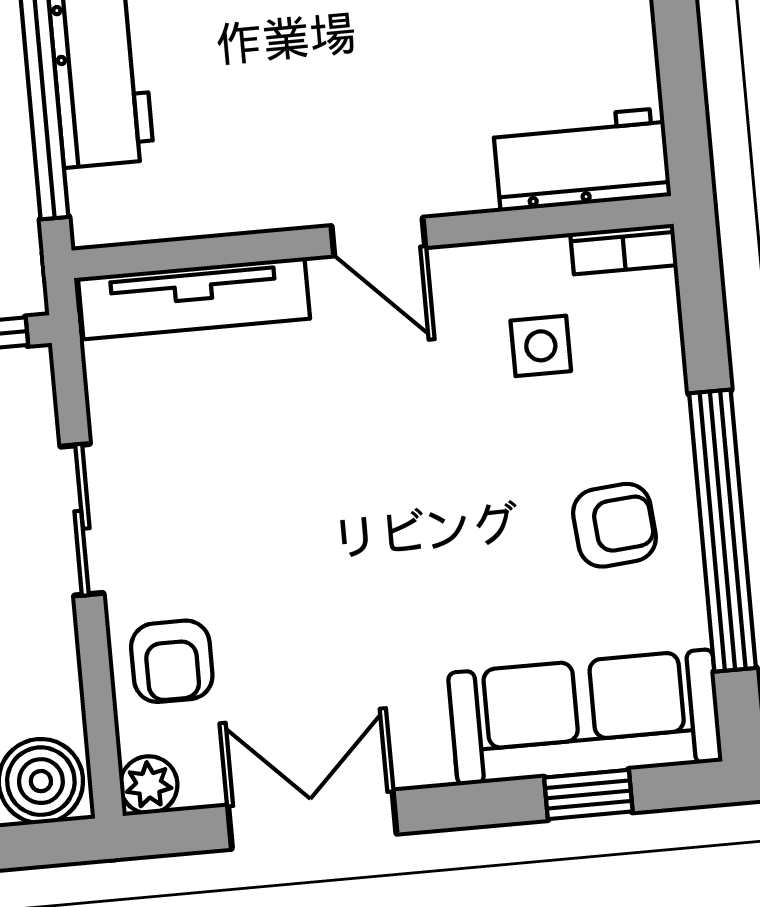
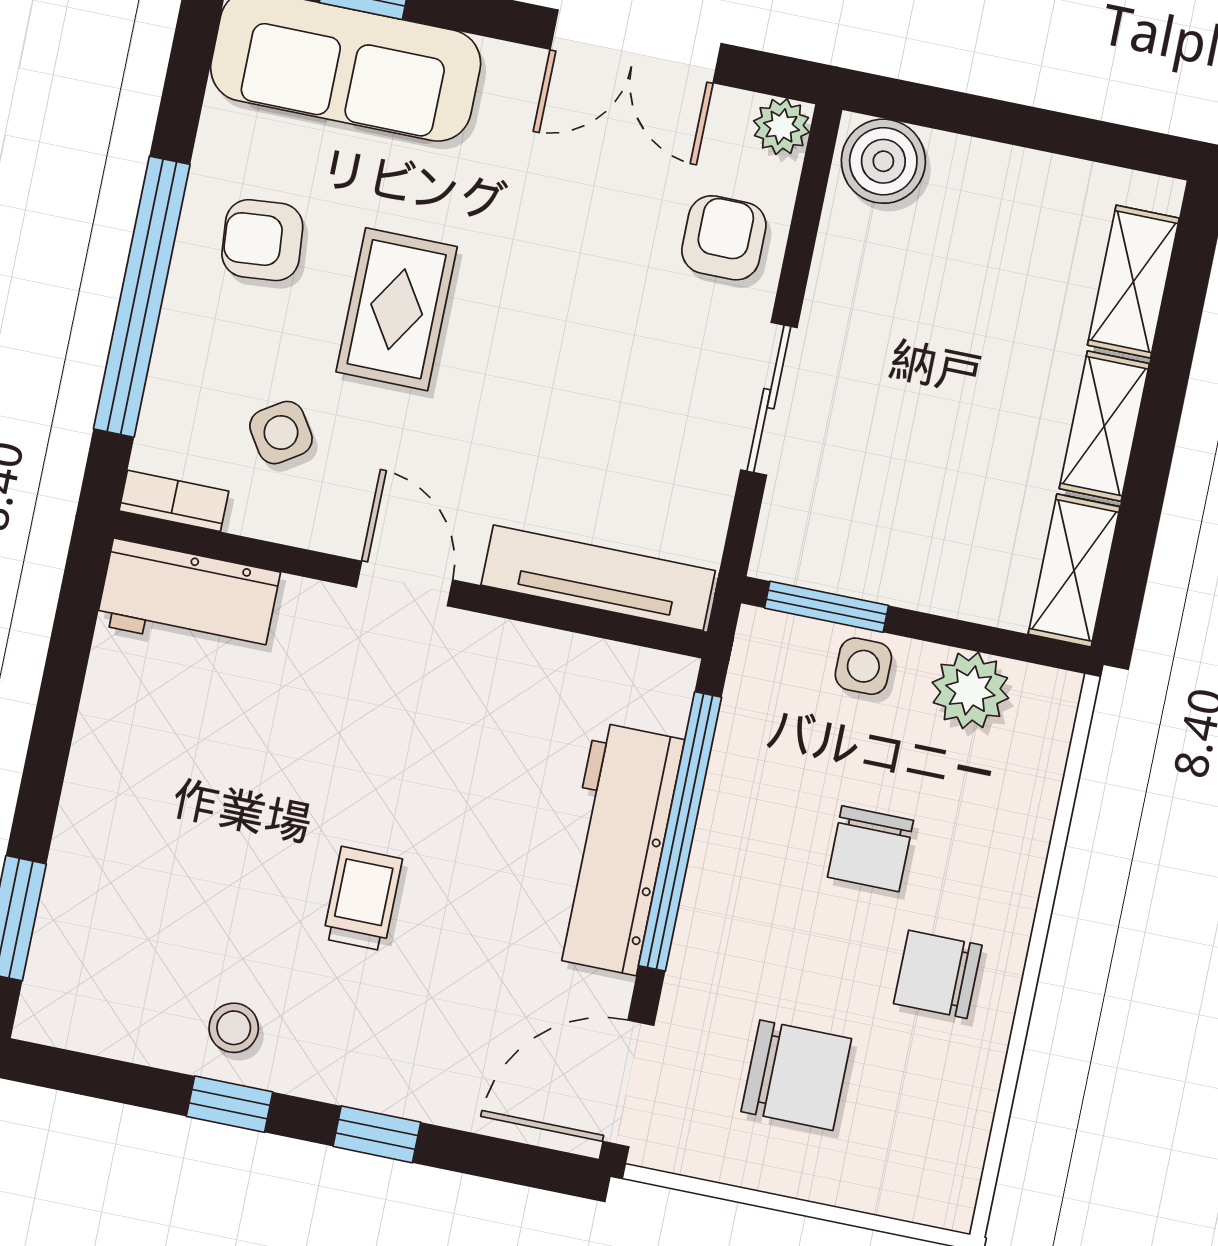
side table: (541, 346) -> (281, 433), turned -33
rug: (465, 498) -> (397, 309), added
window: (723, 531) -> (142, 297), moved

